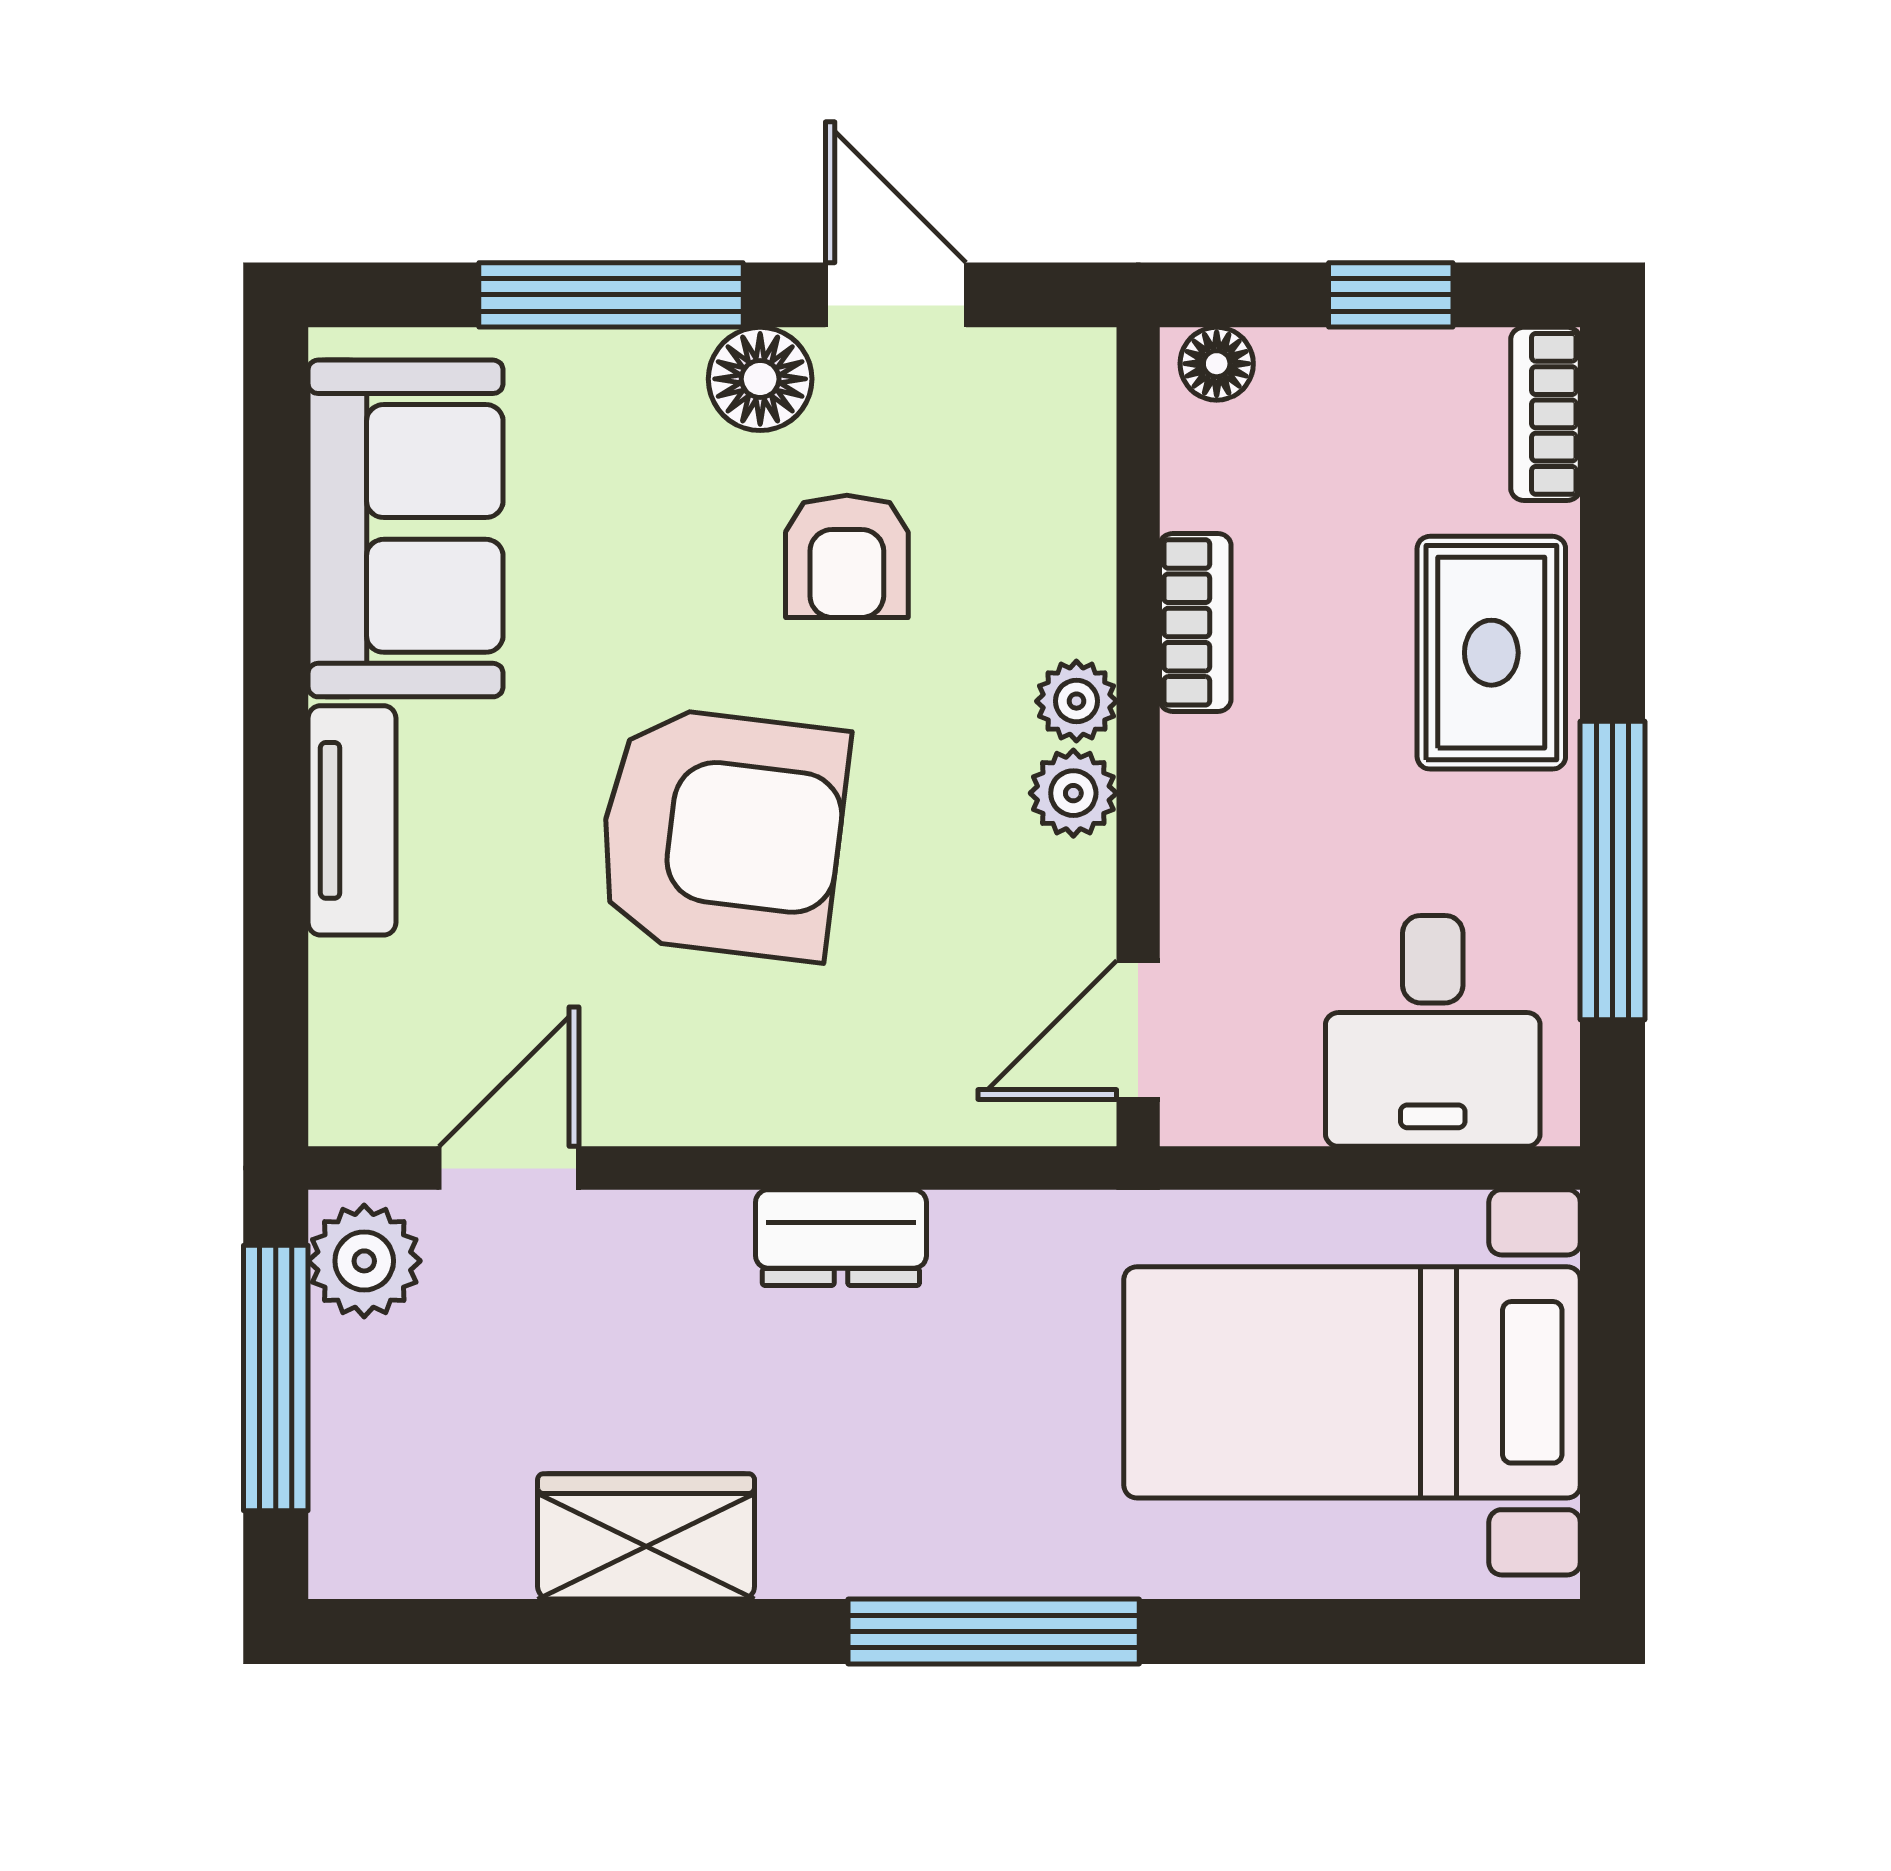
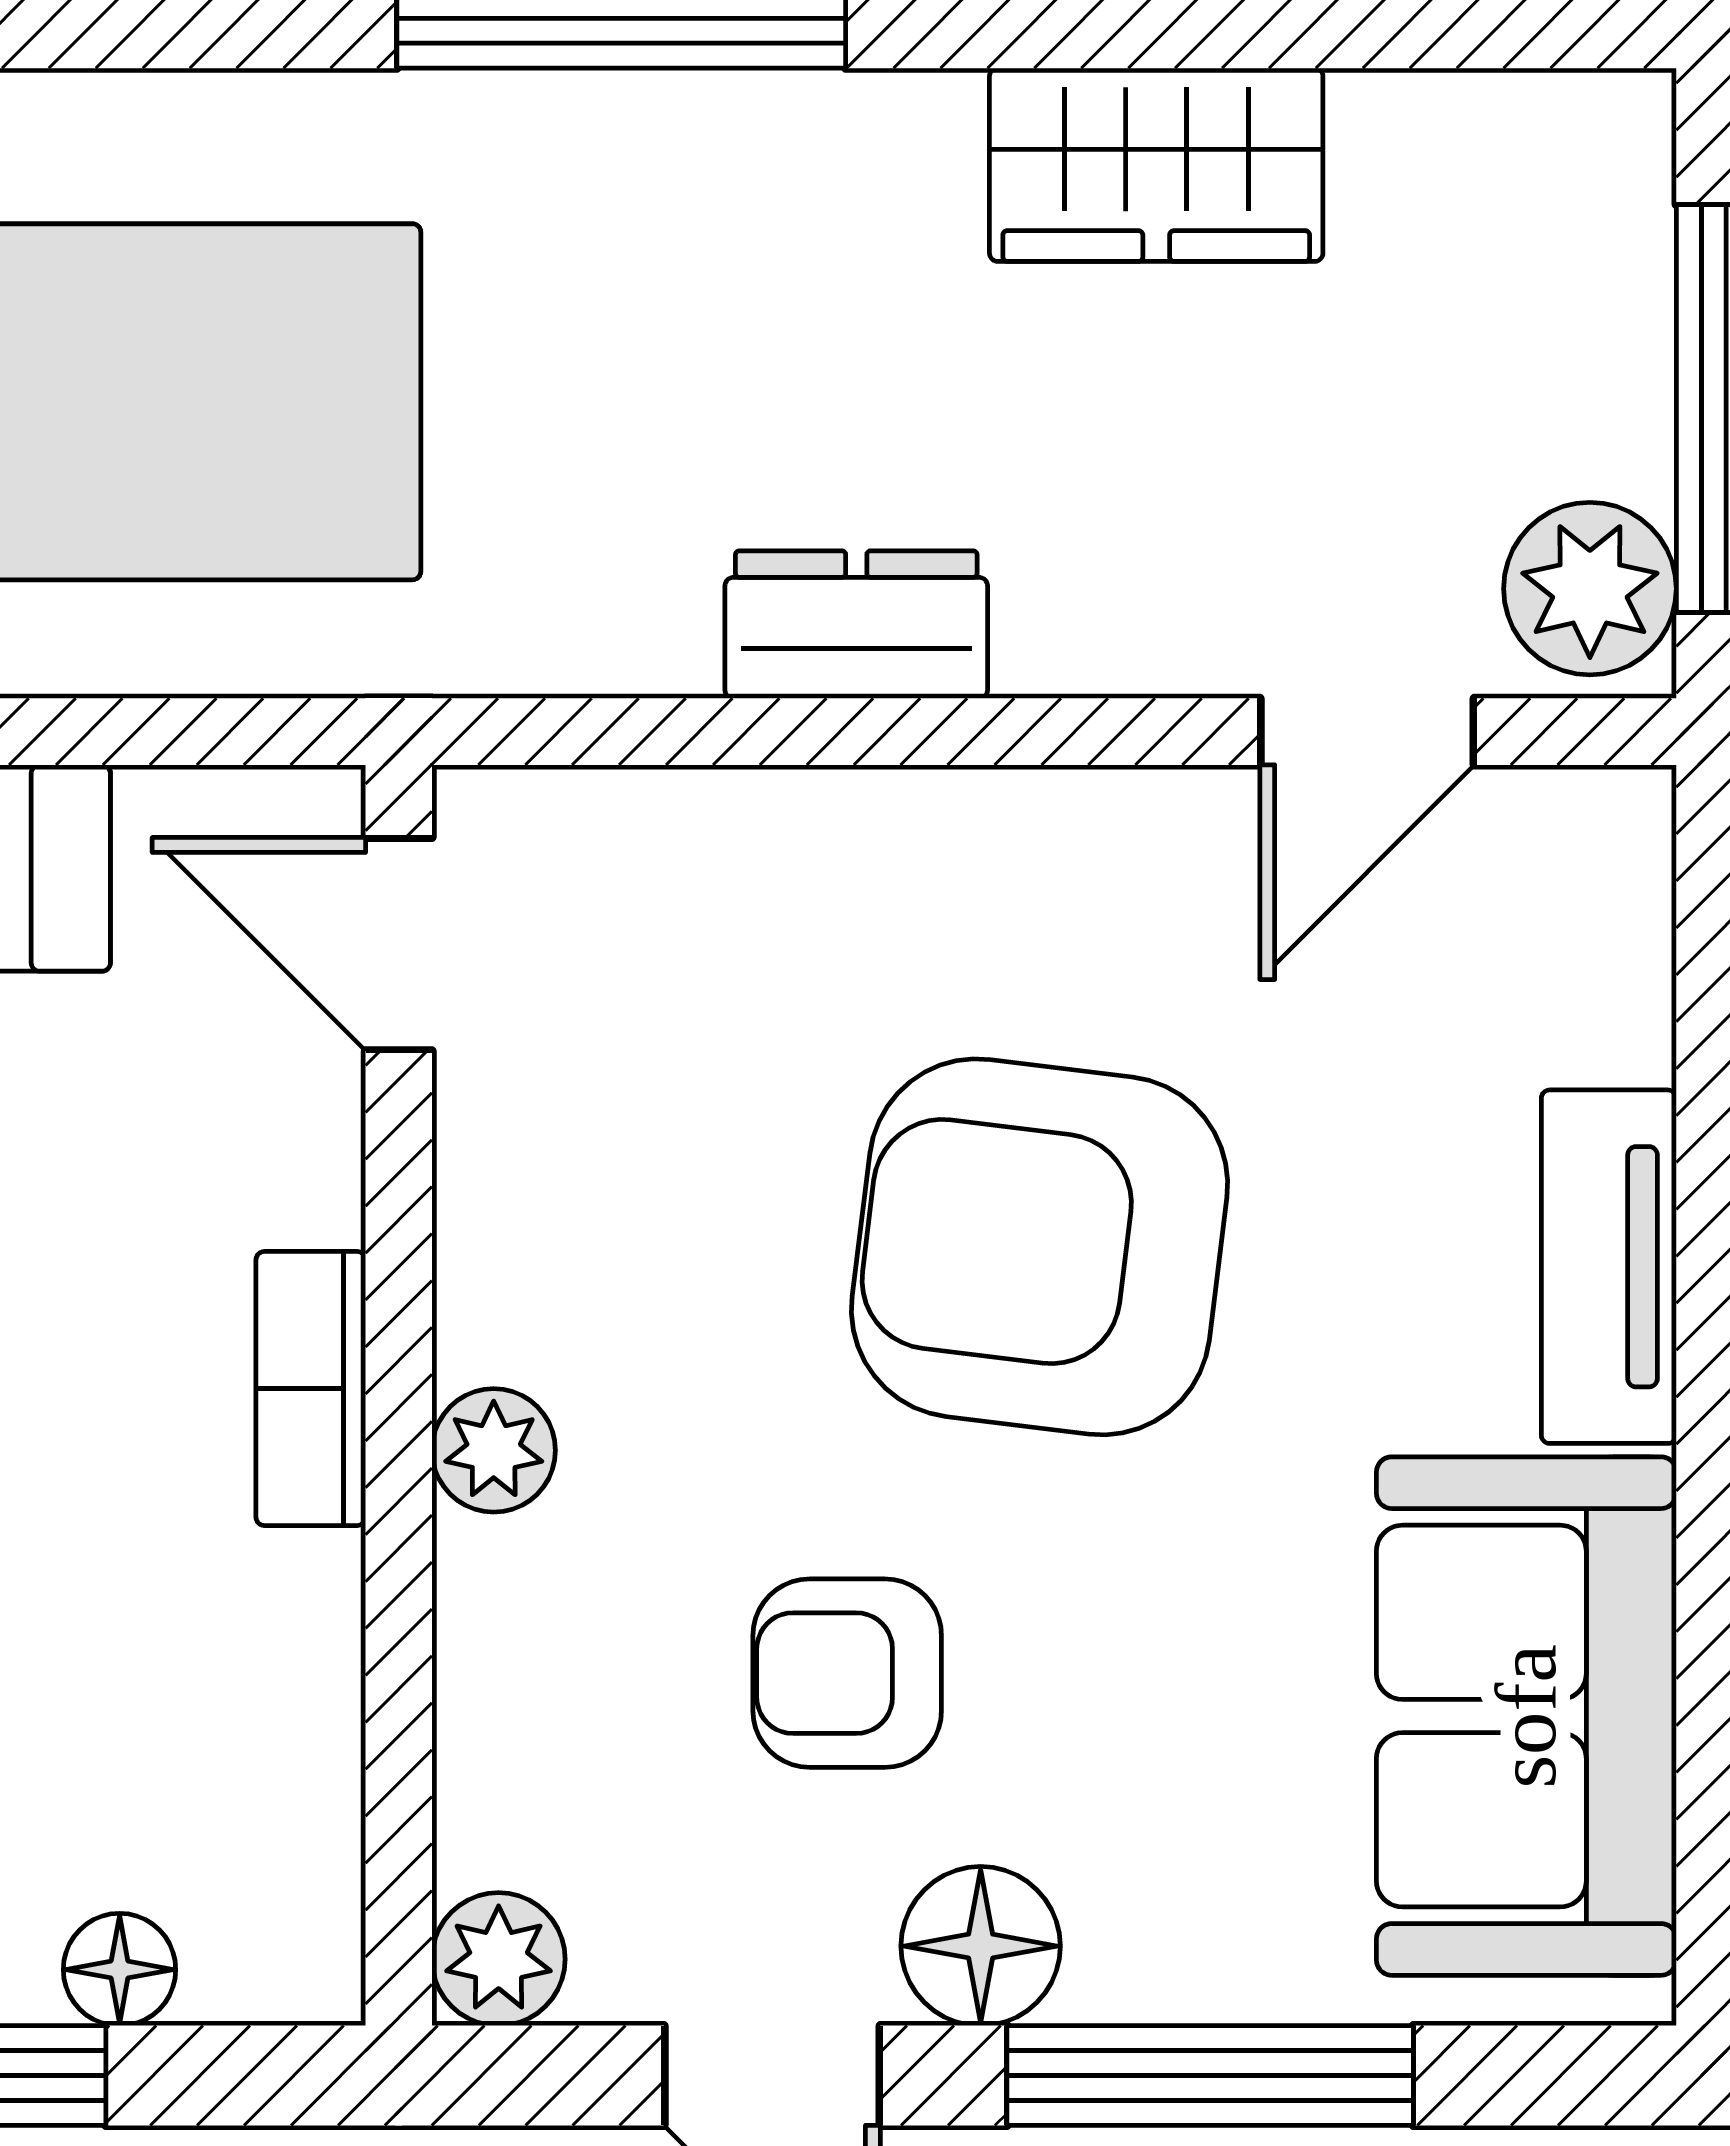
floor lamp: (1217, 364) -> (120, 1970), moved
armchair: (847, 556) -> (847, 1673), turned -90
bookcase: (1195, 622) -> (311, 1389), moved
plant: (1073, 793) -> (499, 1959), moved
door: (1138, 1030) -> (399, 944), swing flipped

